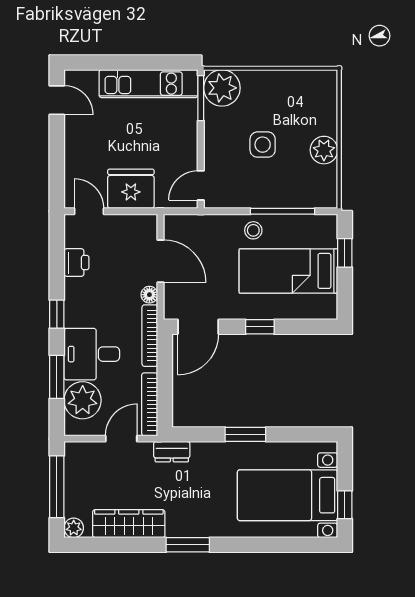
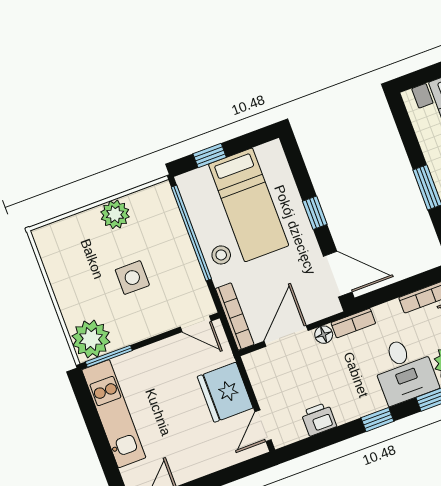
window: (282, 211) -> (191, 233), width x1.46
bookcase: (195, 222) -> (235, 316), added
bookcase: (150, 336) -> (353, 323), width x0.64

